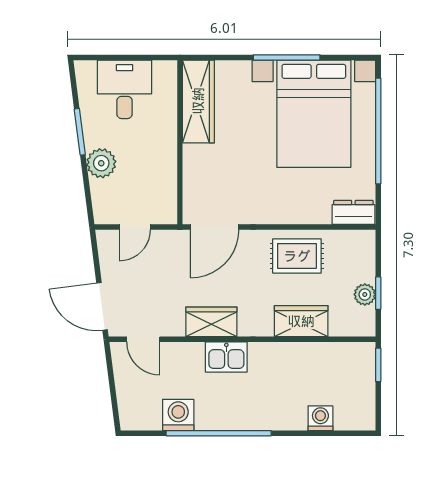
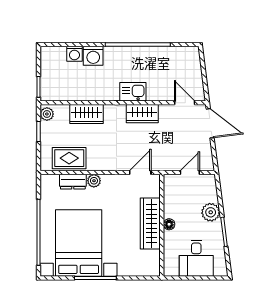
wardrobe: (198, 101) -> (150, 223), moved
floor lamp: (168, 144) -> (169, 224), added
dresser: (353, 212) -> (73, 182), moved
plant: (289, 214) -> (94, 181), added
door: (215, 227) -> (140, 173), width x0.73
rug: (297, 256) -> (69, 158), moved
plant: (365, 294) -> (47, 114), moved
washing machine: (178, 415) -> (93, 56), moved

